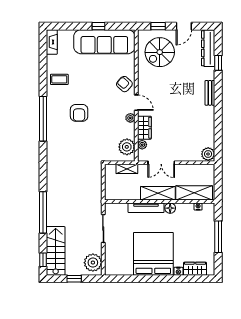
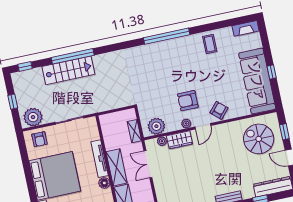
armchair: (79, 113) -> (188, 101), moved
stairs: (56, 251) -> (68, 70), moved
armchair: (115, 261) -> (40, 139), added

